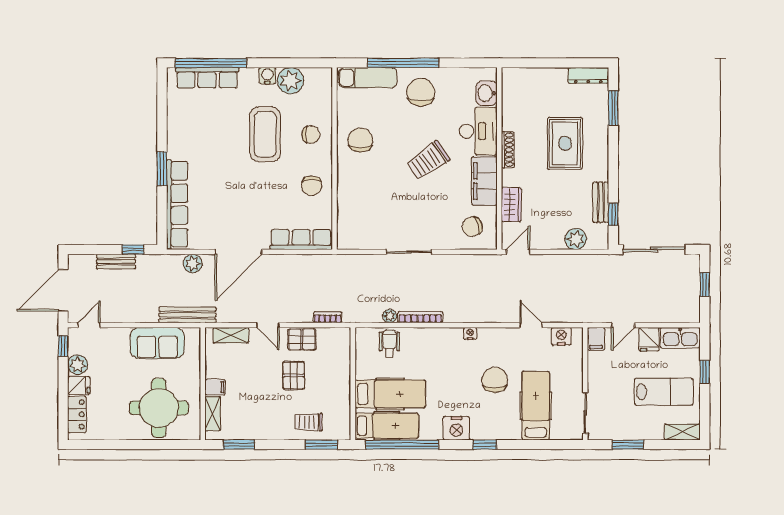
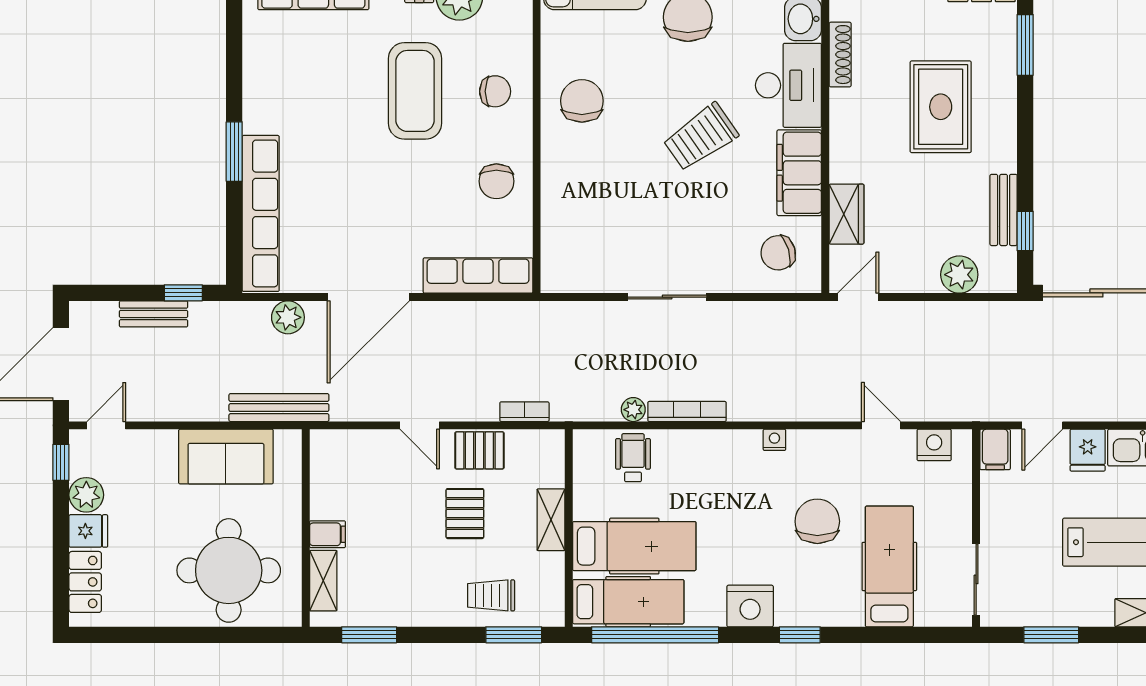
shoe rack: (508, 150) -> (840, 55), moved
shelving: (231, 335) -> (551, 520), moved, turned 90

